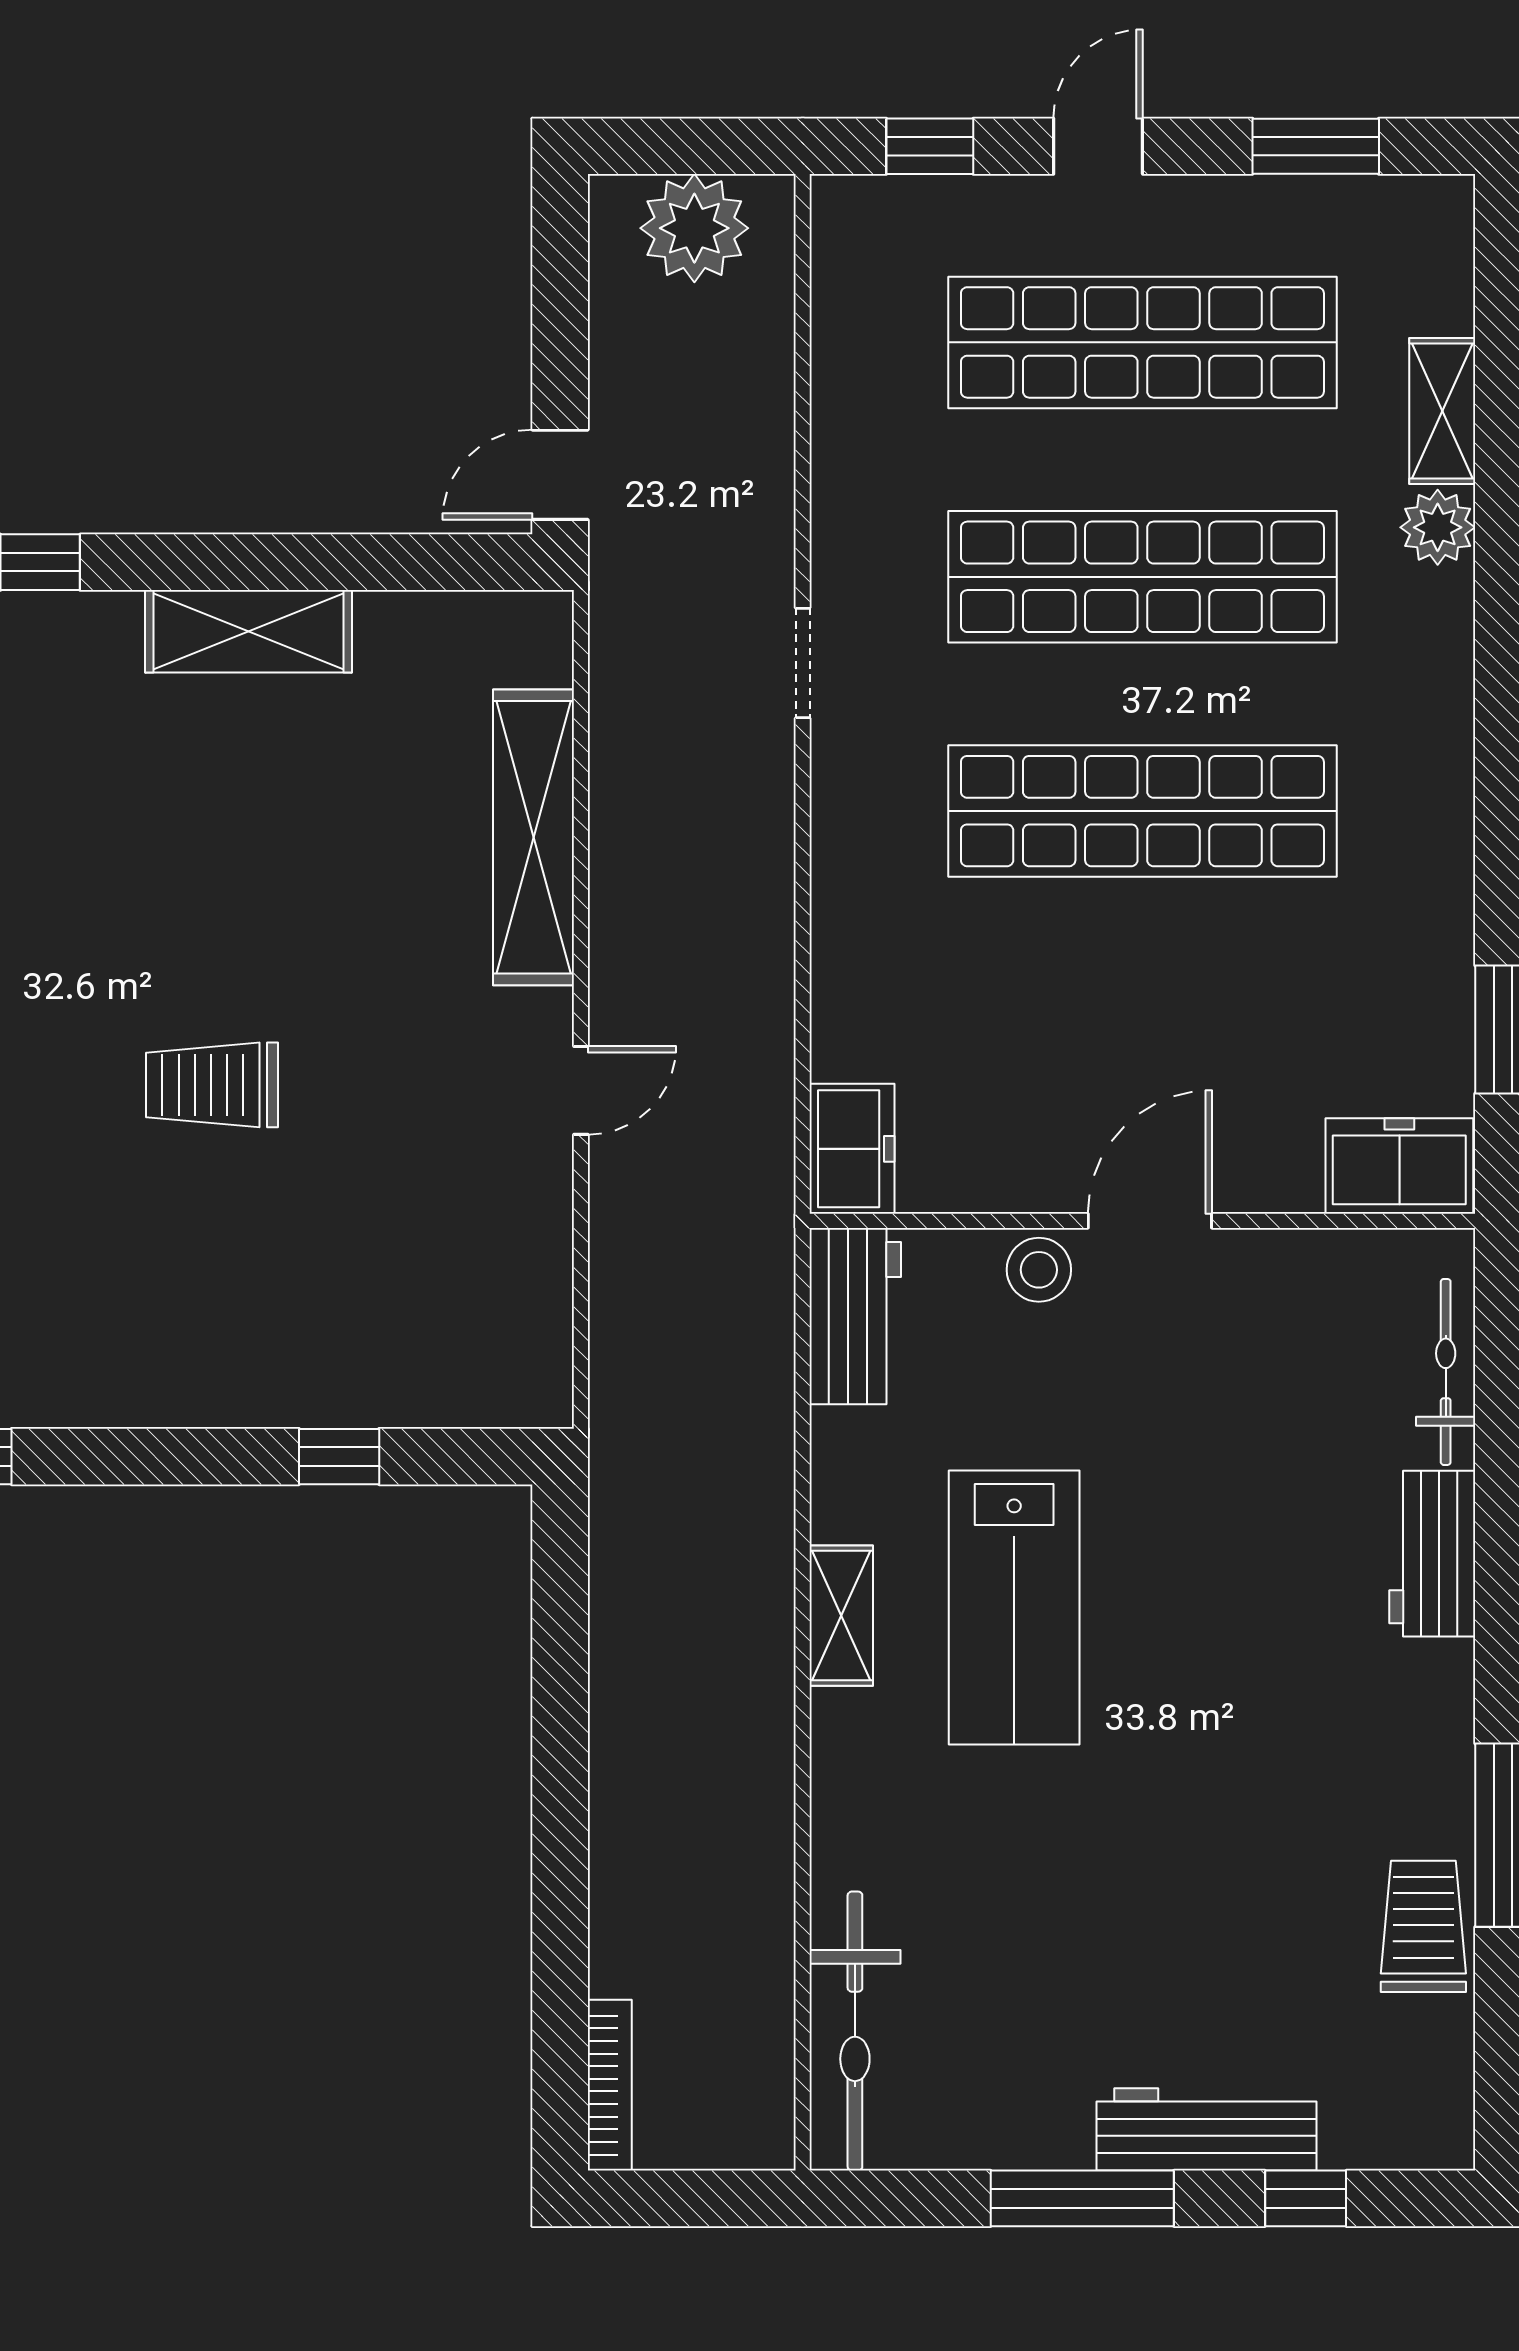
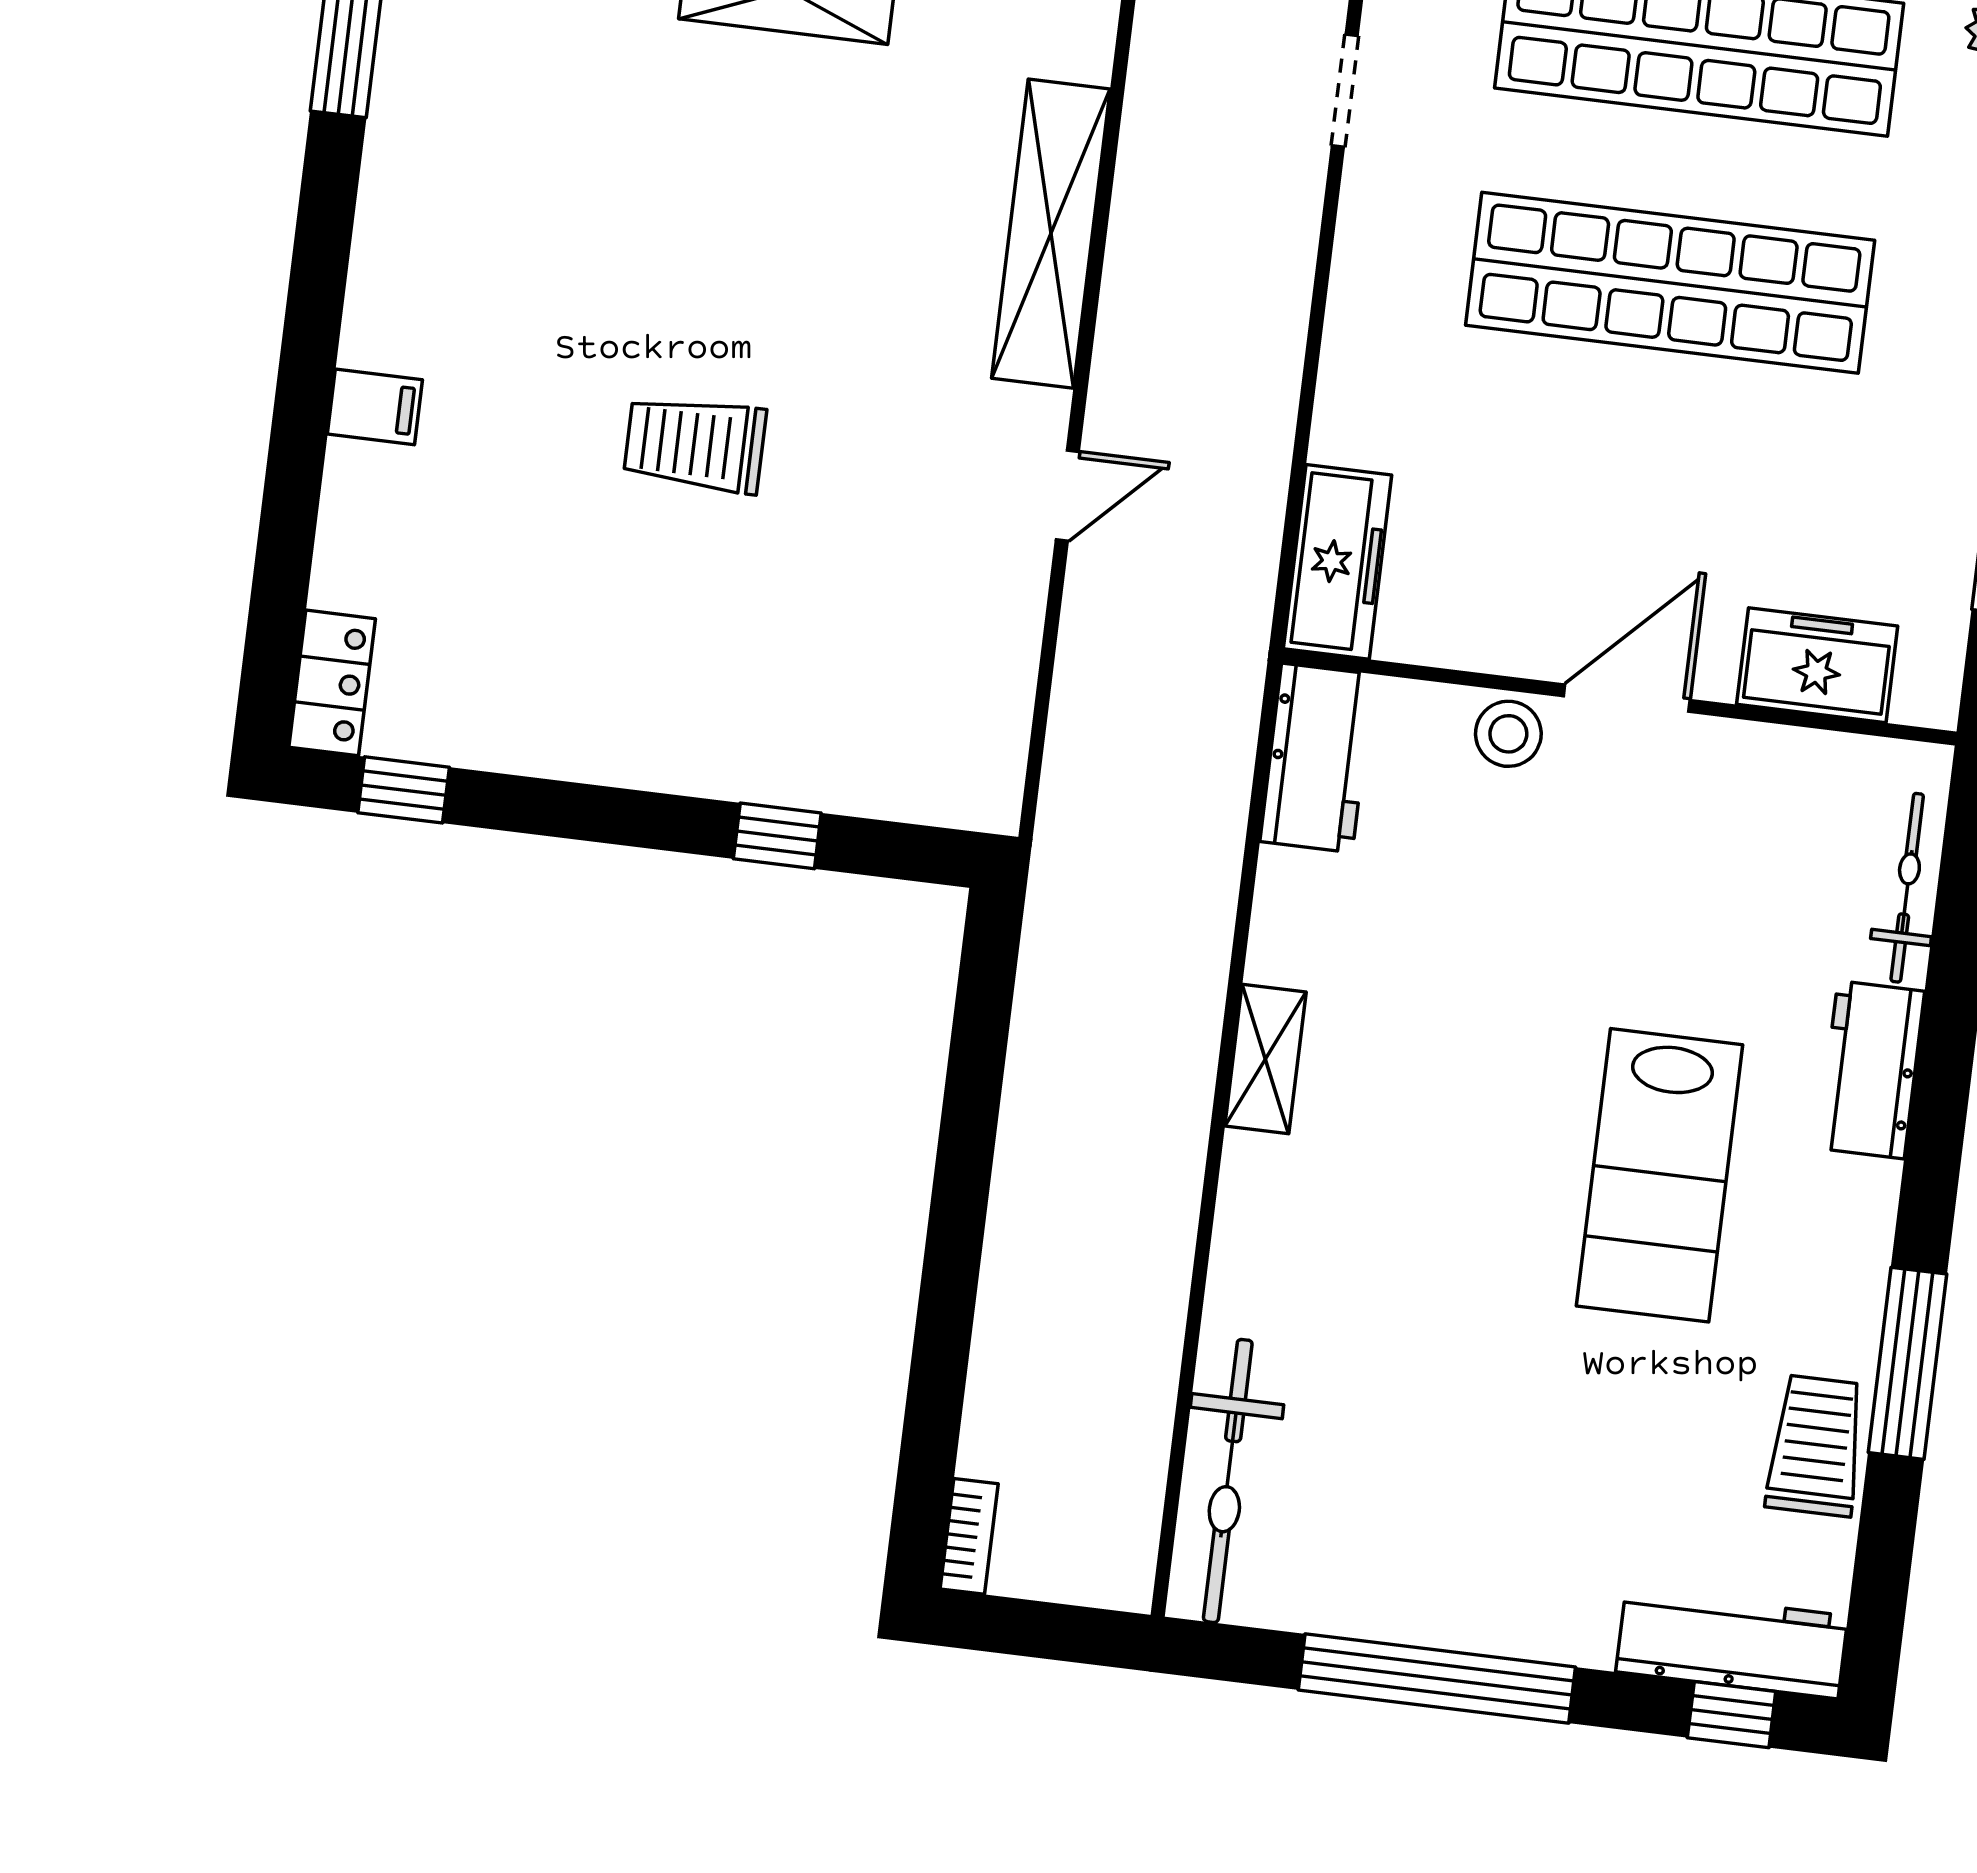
freezer: (852, 1149) -> (1338, 562), width x1.40
freezer: (1399, 1166) -> (1817, 665), moved
lab bench: (1014, 1607) -> (1660, 1175), moved
bookcase: (610, 2085) -> (969, 1536), width x0.64
workbench: (1207, 2129) -> (1732, 1644), moved
window: (1082, 2198) -> (1437, 1678), width x1.46
window: (1306, 2198) -> (1732, 1715), moved

